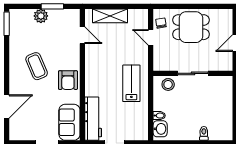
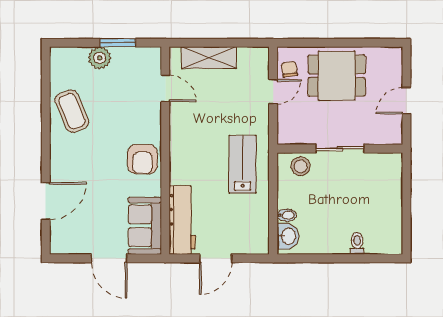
window: (7, 24) -> (46, 70), removed
door: (151, 37) -> (273, 92), swing flipped
coffee table: (37, 66) -> (72, 111), moved

